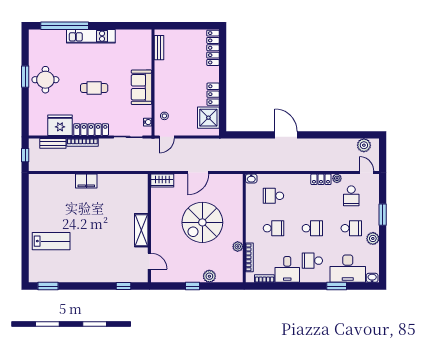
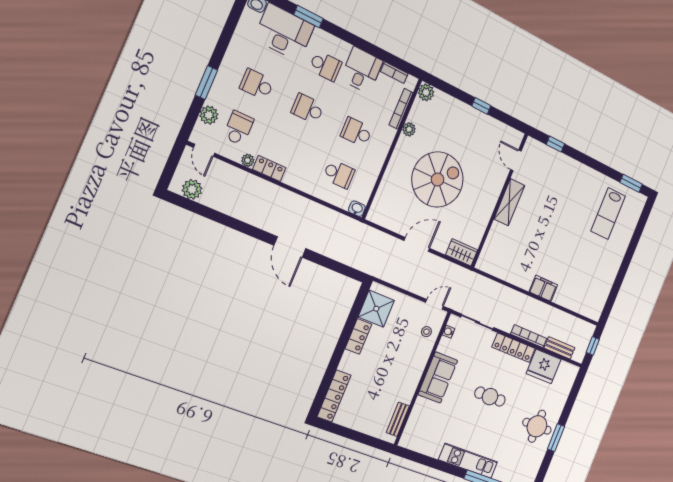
plant: (373, 238) -> (209, 115), moved
lab bench: (51, 241) -> (608, 213), moved, turned -90
plant: (209, 276) -> (426, 92), moved

